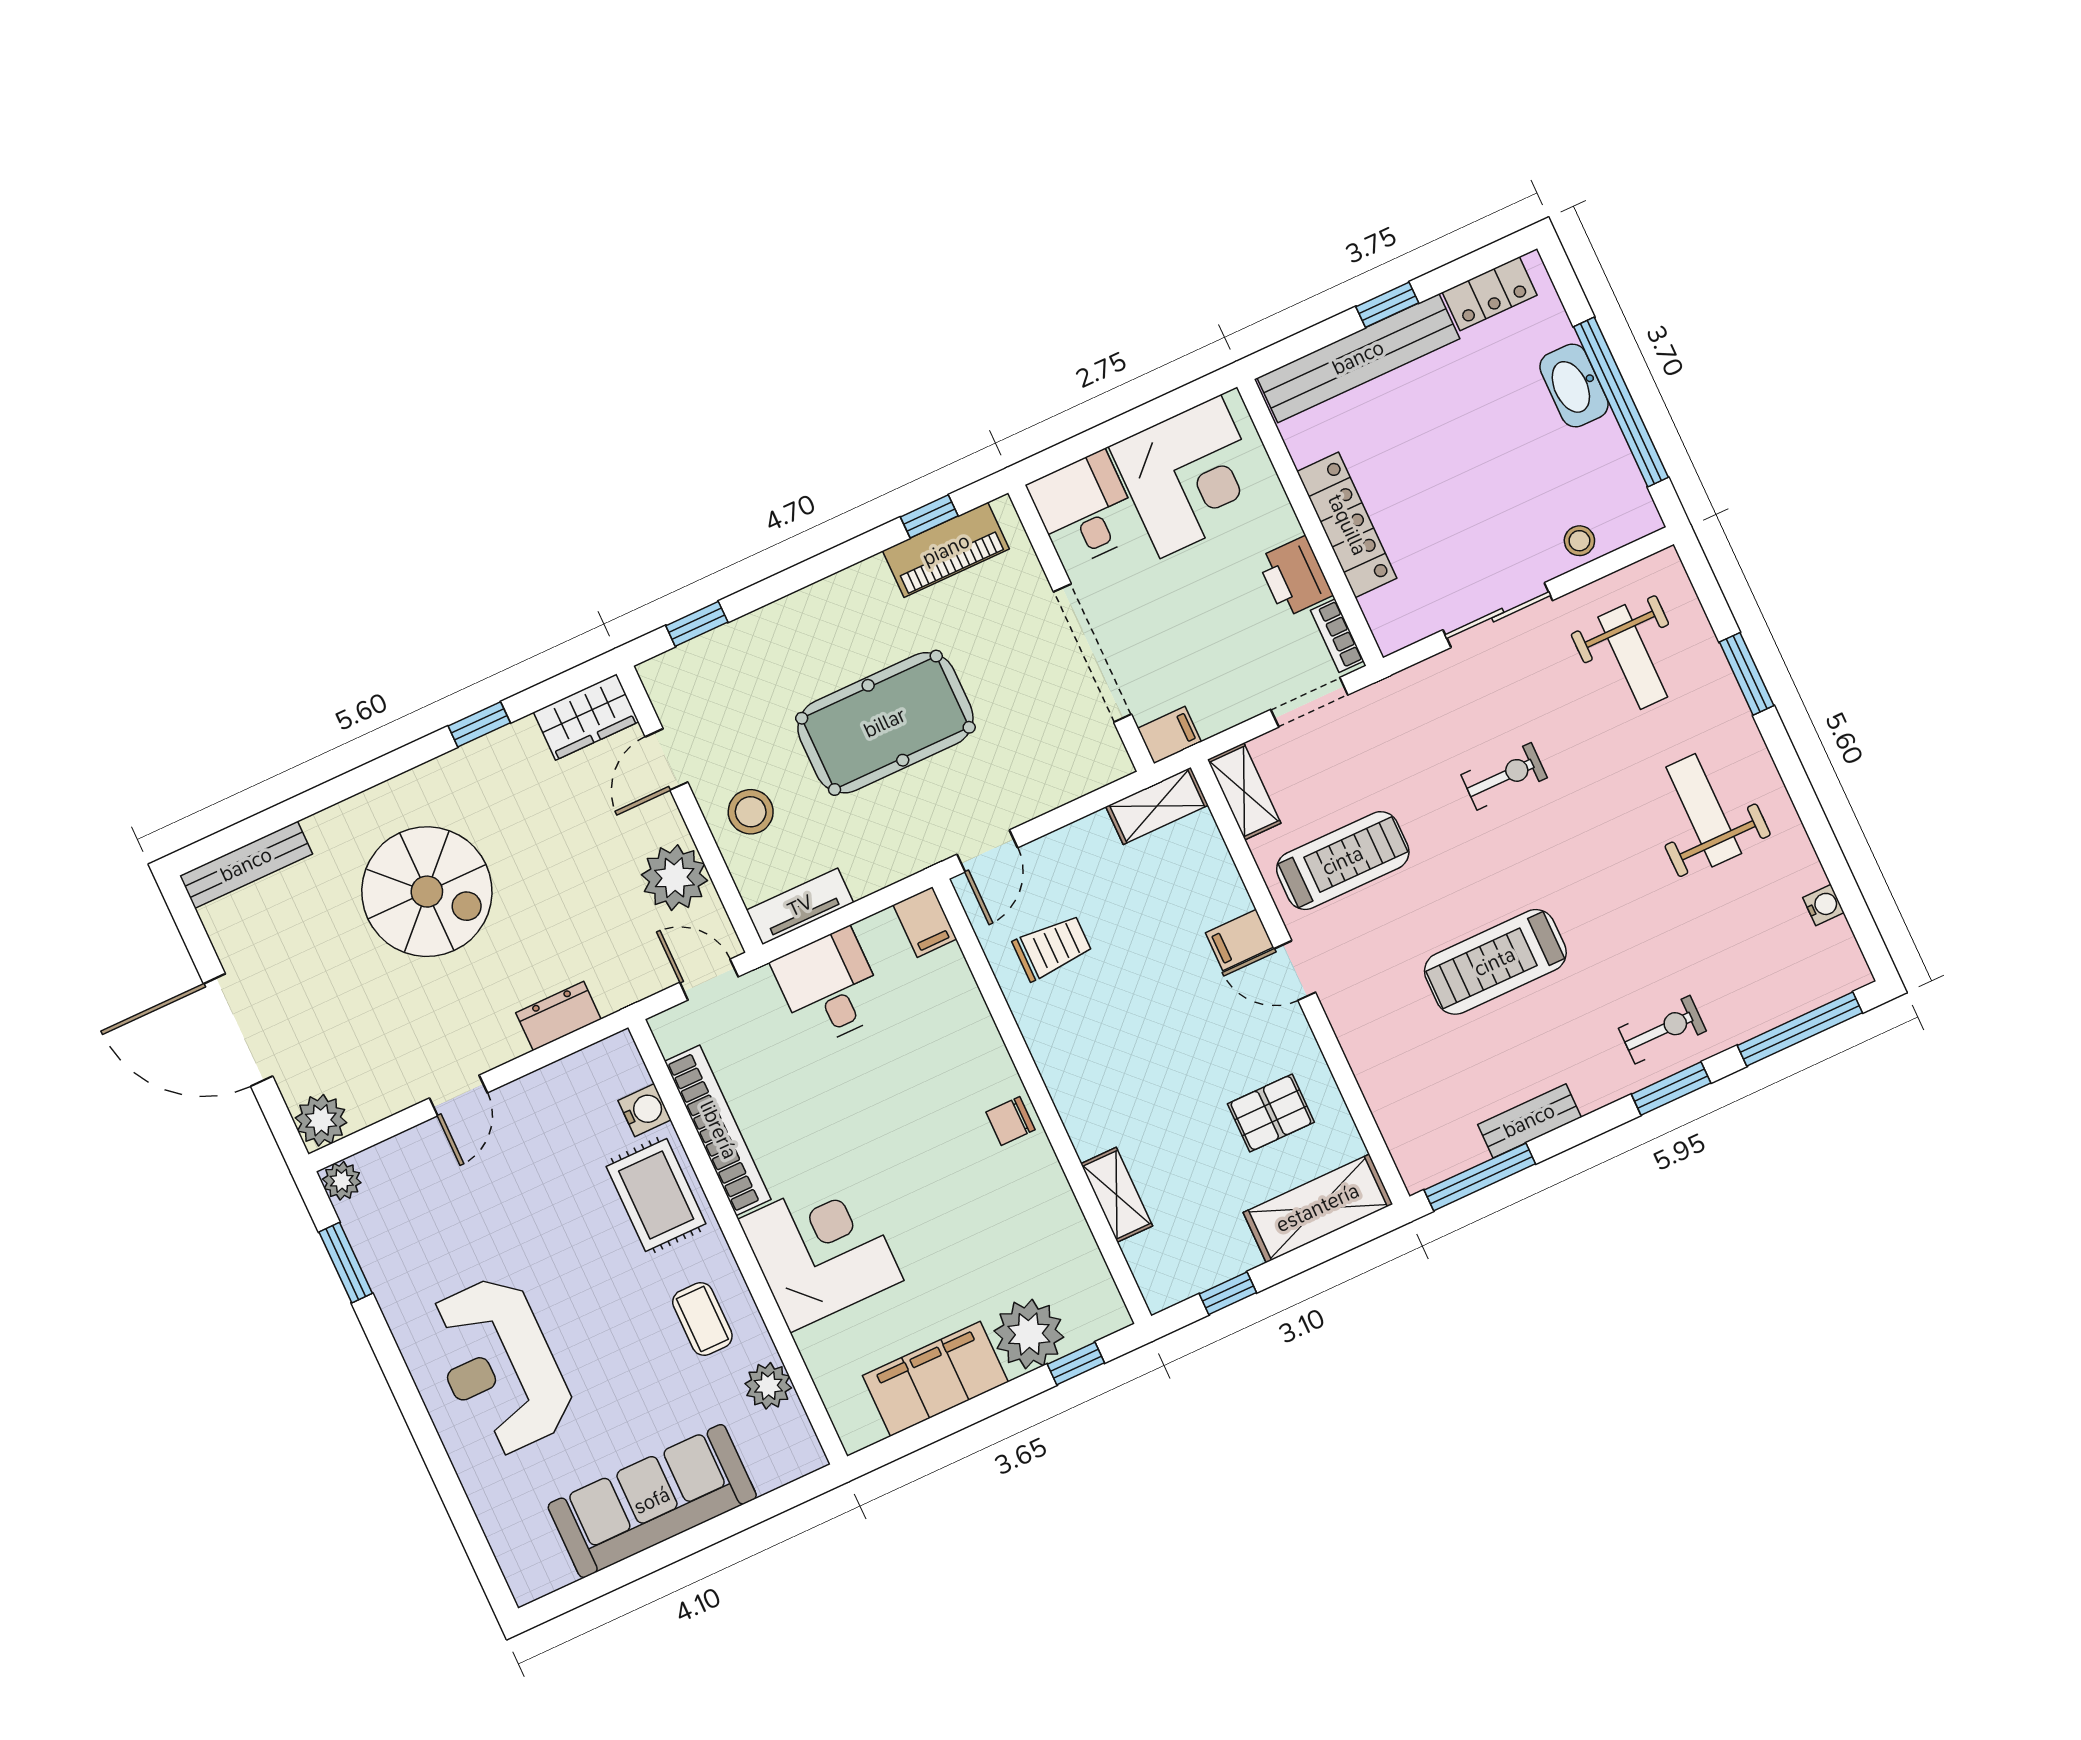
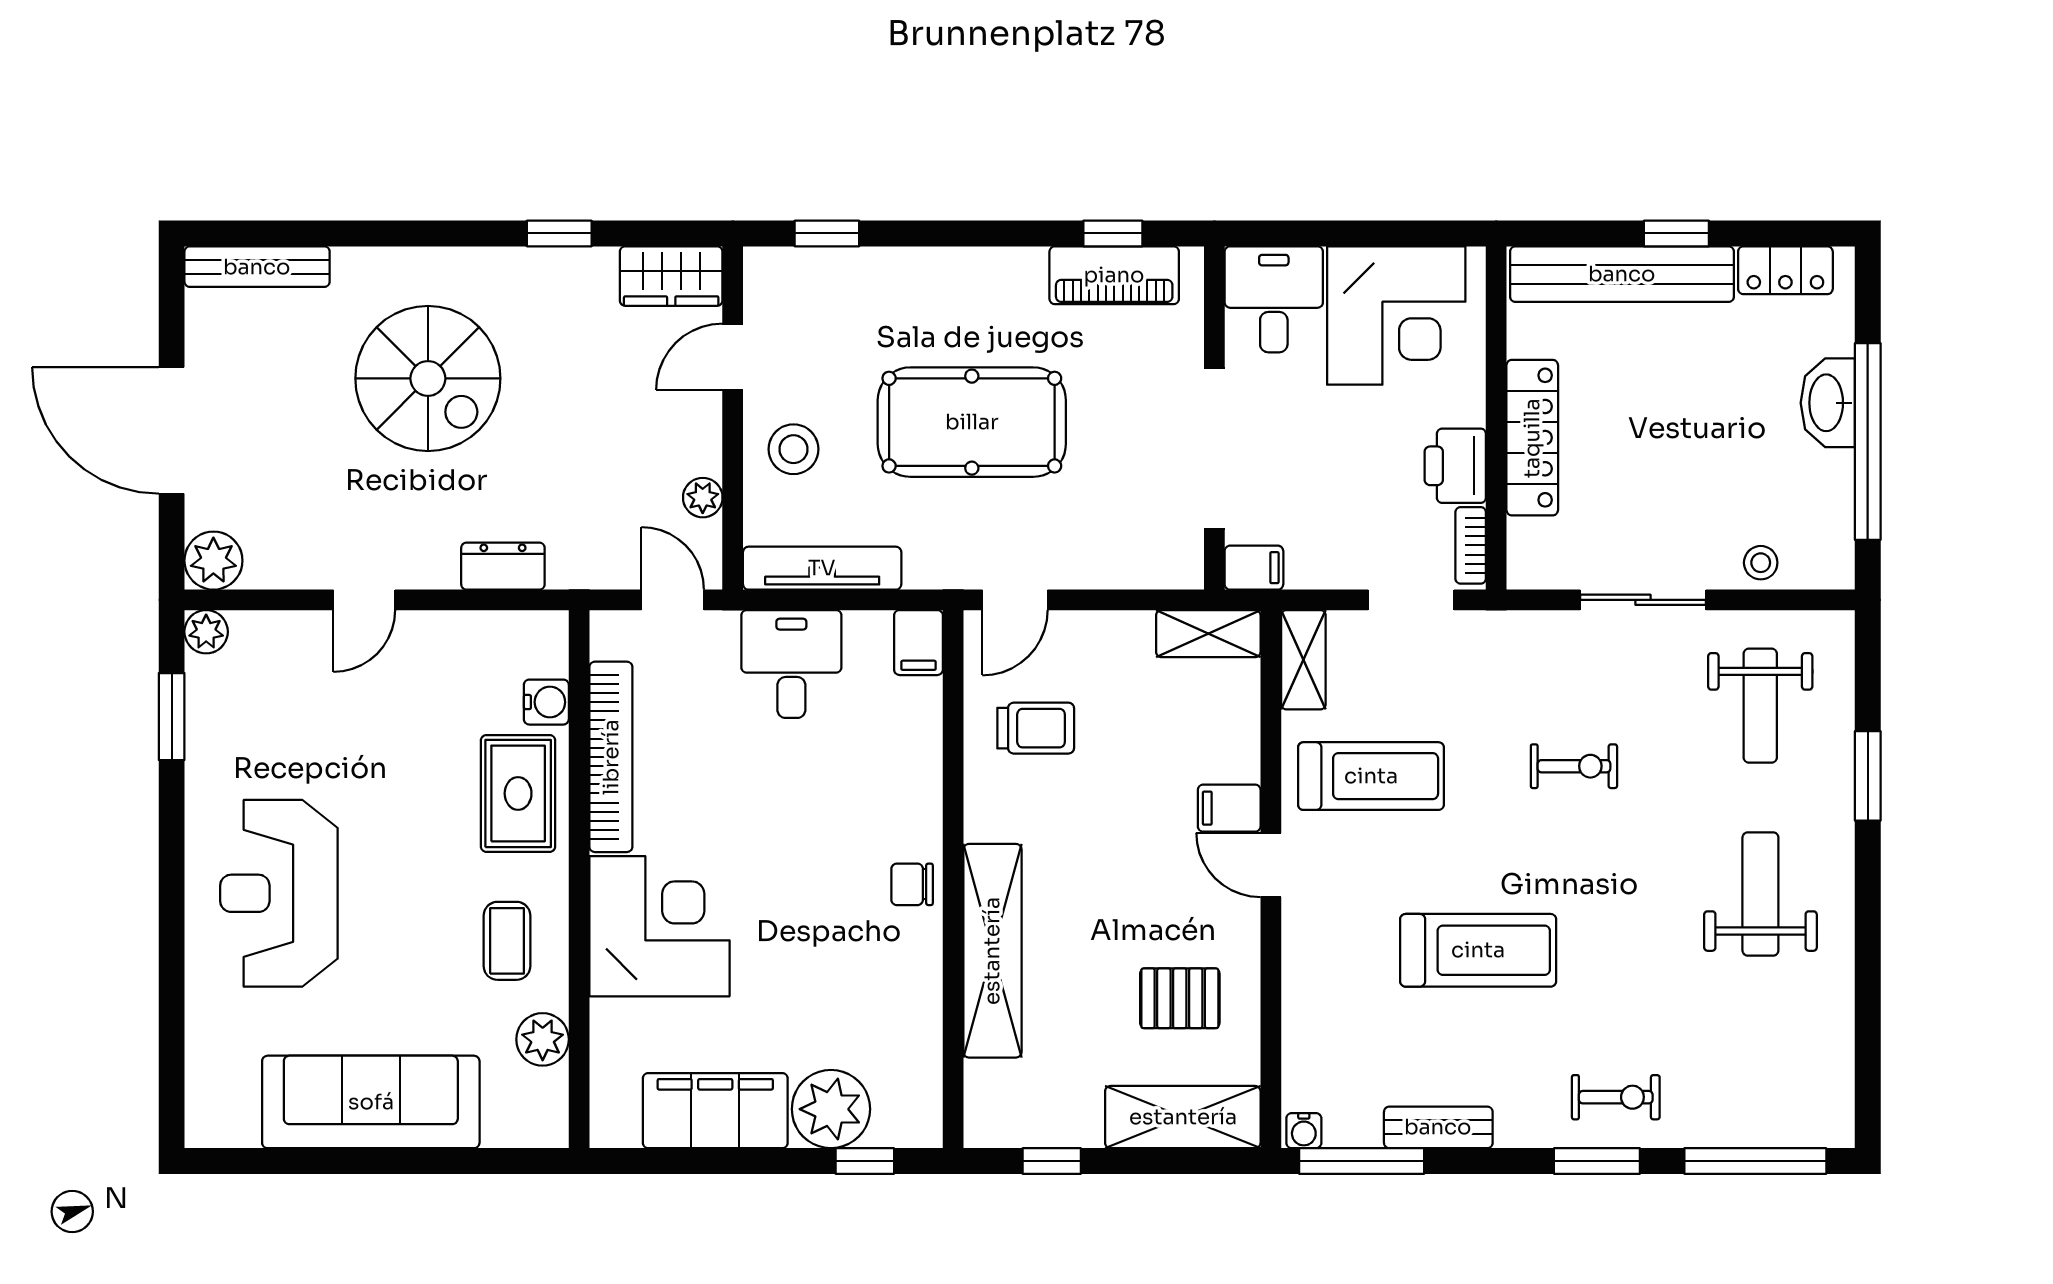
plant: (675, 878) -> (703, 498), width x0.53, depth x0.53
water cooler: (1823, 905) -> (1304, 1131), moved, turned 90
tv unit: (800, 906) -> (822, 568), width x1.41
treadmill: (1495, 962) -> (1478, 950), turned 180
shelving: (1117, 1195) -> (992, 951), width x2.20, depth x1.33

